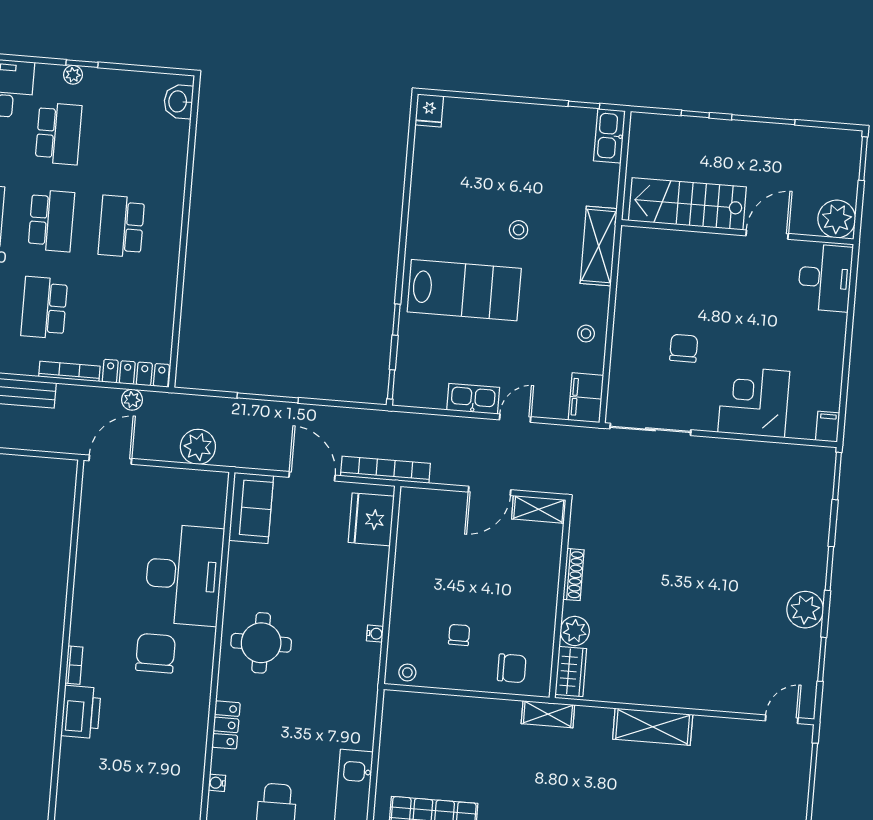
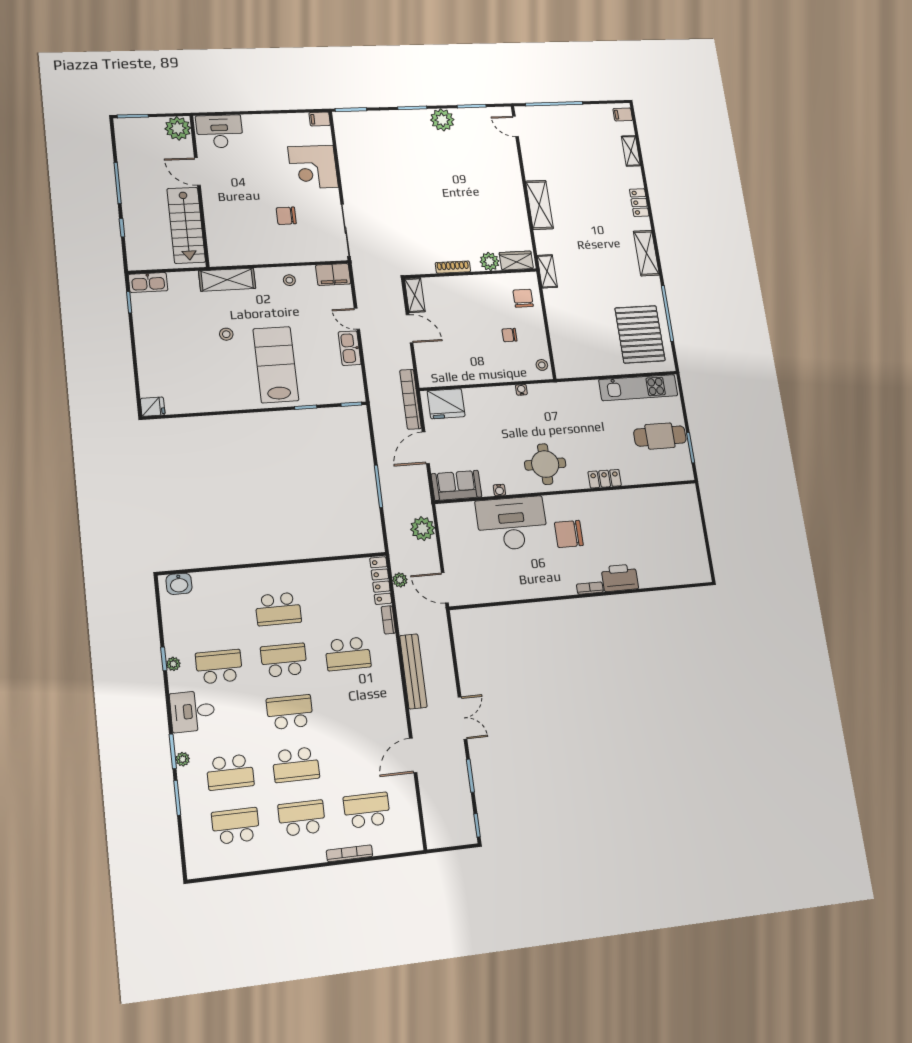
bookcase: (69, 371) -> (388, 620), width x0.64
water cooler: (217, 783) -> (499, 490), moved

